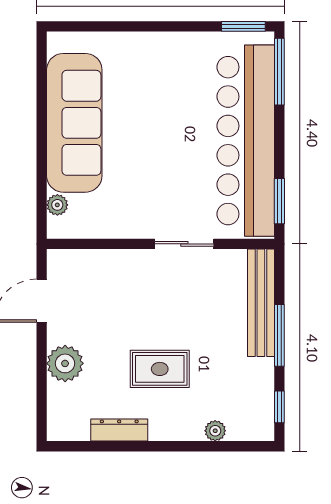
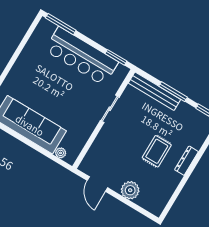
window: (243, 26) -> (32, 28), removed
bar counter: (246, 141) -> (81, 56), width x0.73
dresser: (119, 430) -> (187, 161), moved
plant: (215, 431) -> (197, 143), removed

